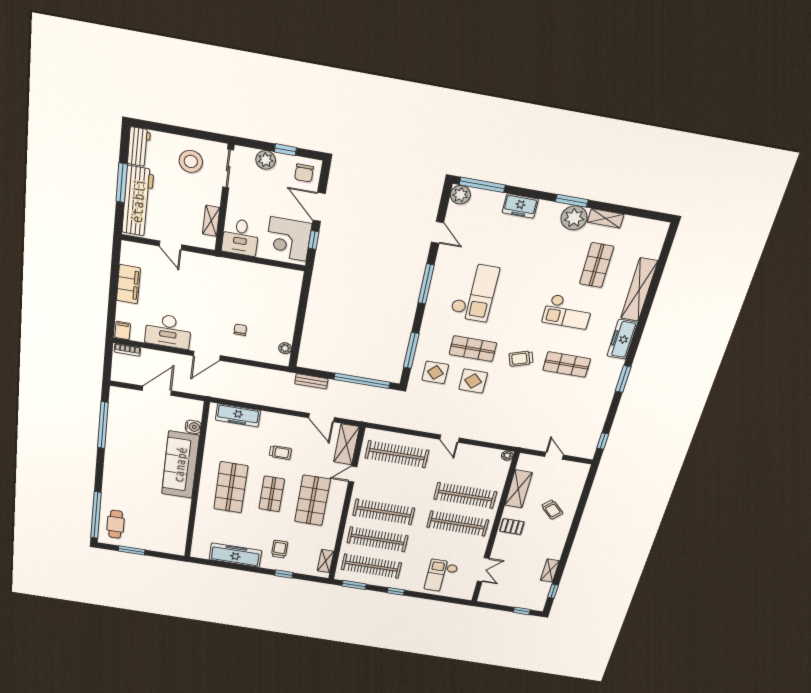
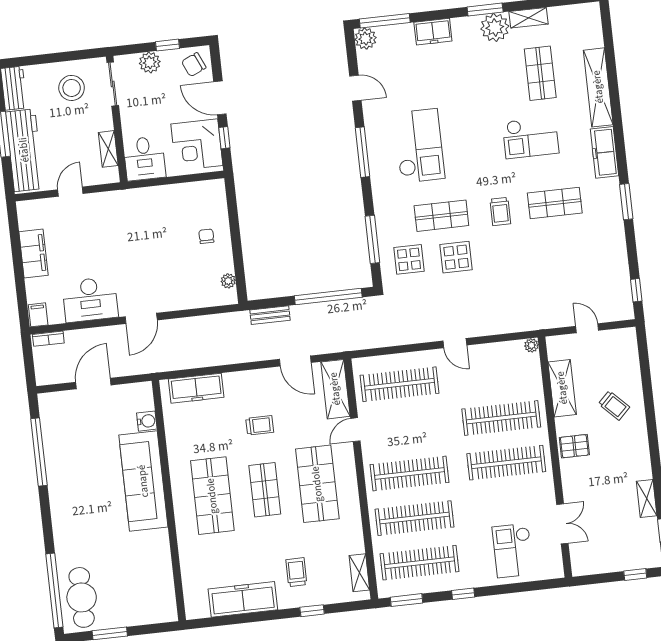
chair: (304, 173) -> (194, 65), turned 66
door: (170, 245) -> (70, 192), swing flipped
chair: (240, 330) -> (206, 236), moved
trolley: (521, 359) -> (500, 211), turned -71
cafe table: (116, 524) -> (82, 597), width x1.37, depth x1.35

